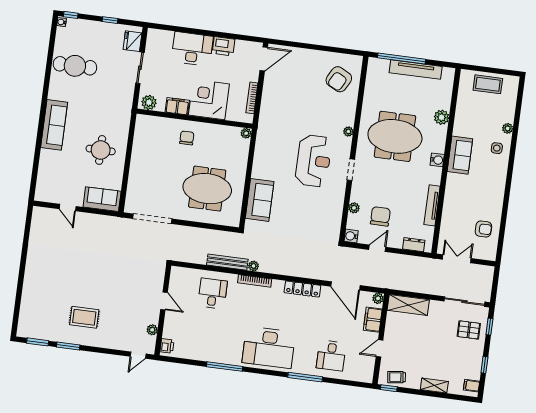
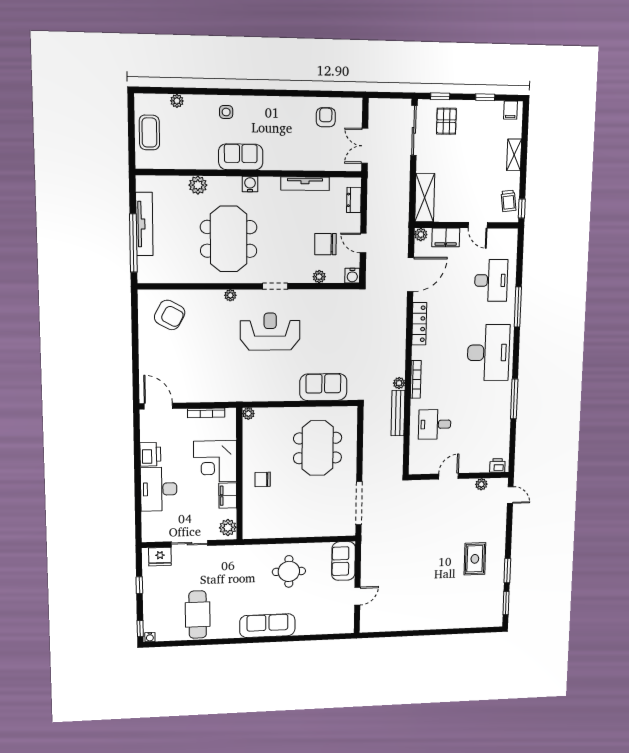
plant: (508, 128) -> (177, 101), moved
desk: (331, 356) -> (491, 280), width x1.37

